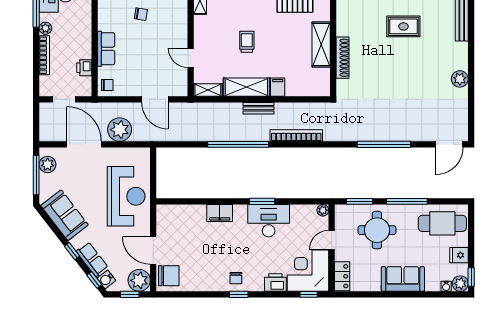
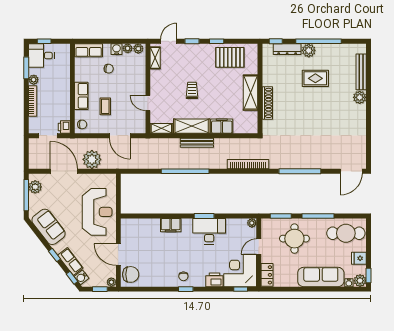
coffee table: (137, 62) -> (105, 106), added
printer: (84, 68) -> (64, 127), moved
plant: (460, 79) -> (360, 97), moved
filing cabinet: (278, 87) -> (222, 126), width x2.00
bench: (259, 108) -> (197, 143), width x1.36
bookcase: (296, 135) -> (248, 164), moved
sofa: (403, 279) -> (321, 277), width x1.36
plant: (139, 280) -> (111, 282), width x0.53, depth x0.53

